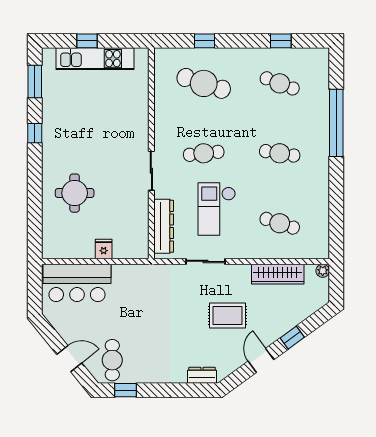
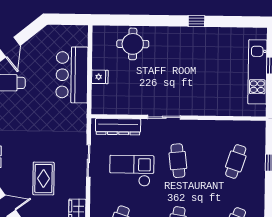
window: (35, 82) -> (239, 22), removed
cafe table: (204, 83) -> (236, 161), width x0.73, depth x0.74
round table: (75, 193) -> (133, 44), moved
bar counter: (77, 283) -> (72, 75), moved

